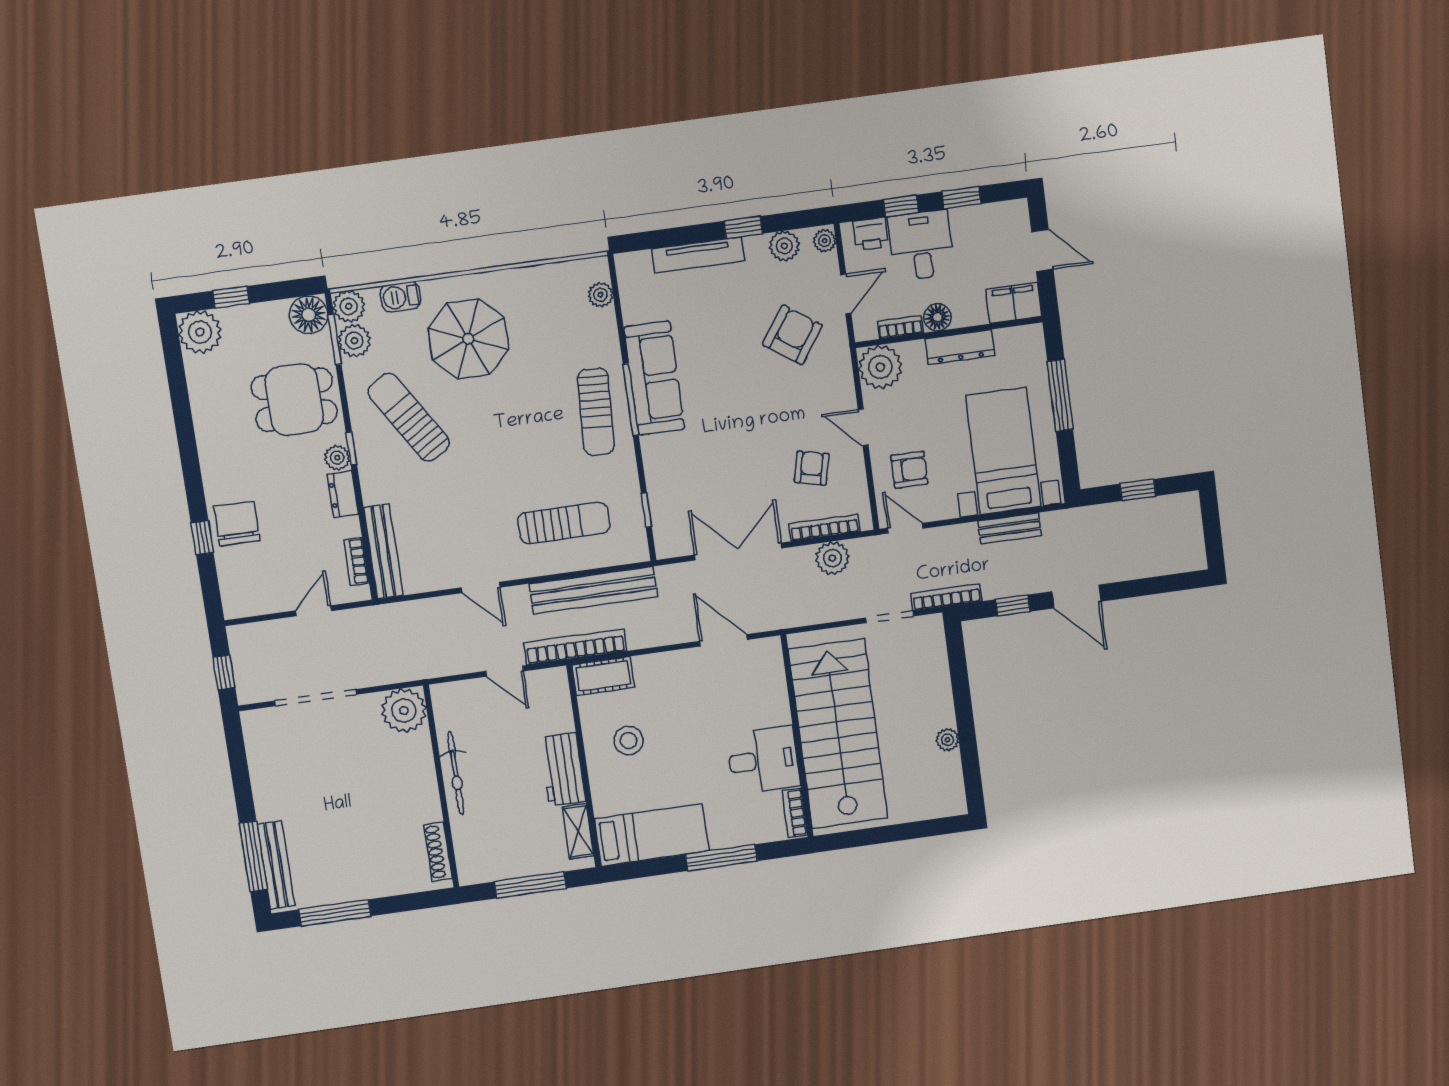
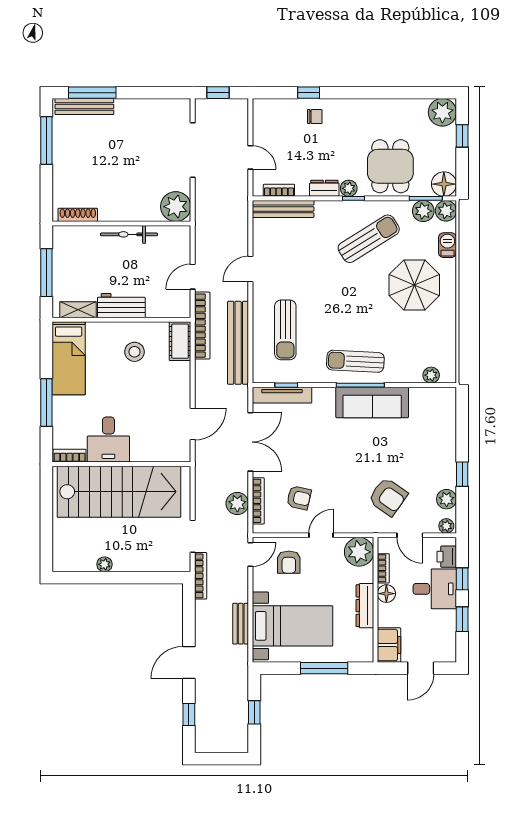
tv unit: (698, 255) -> (282, 395), moved, turned -90
chair: (237, 524) -> (315, 117), width x0.54, depth x0.54
window: (1013, 605) -> (189, 715), moved

